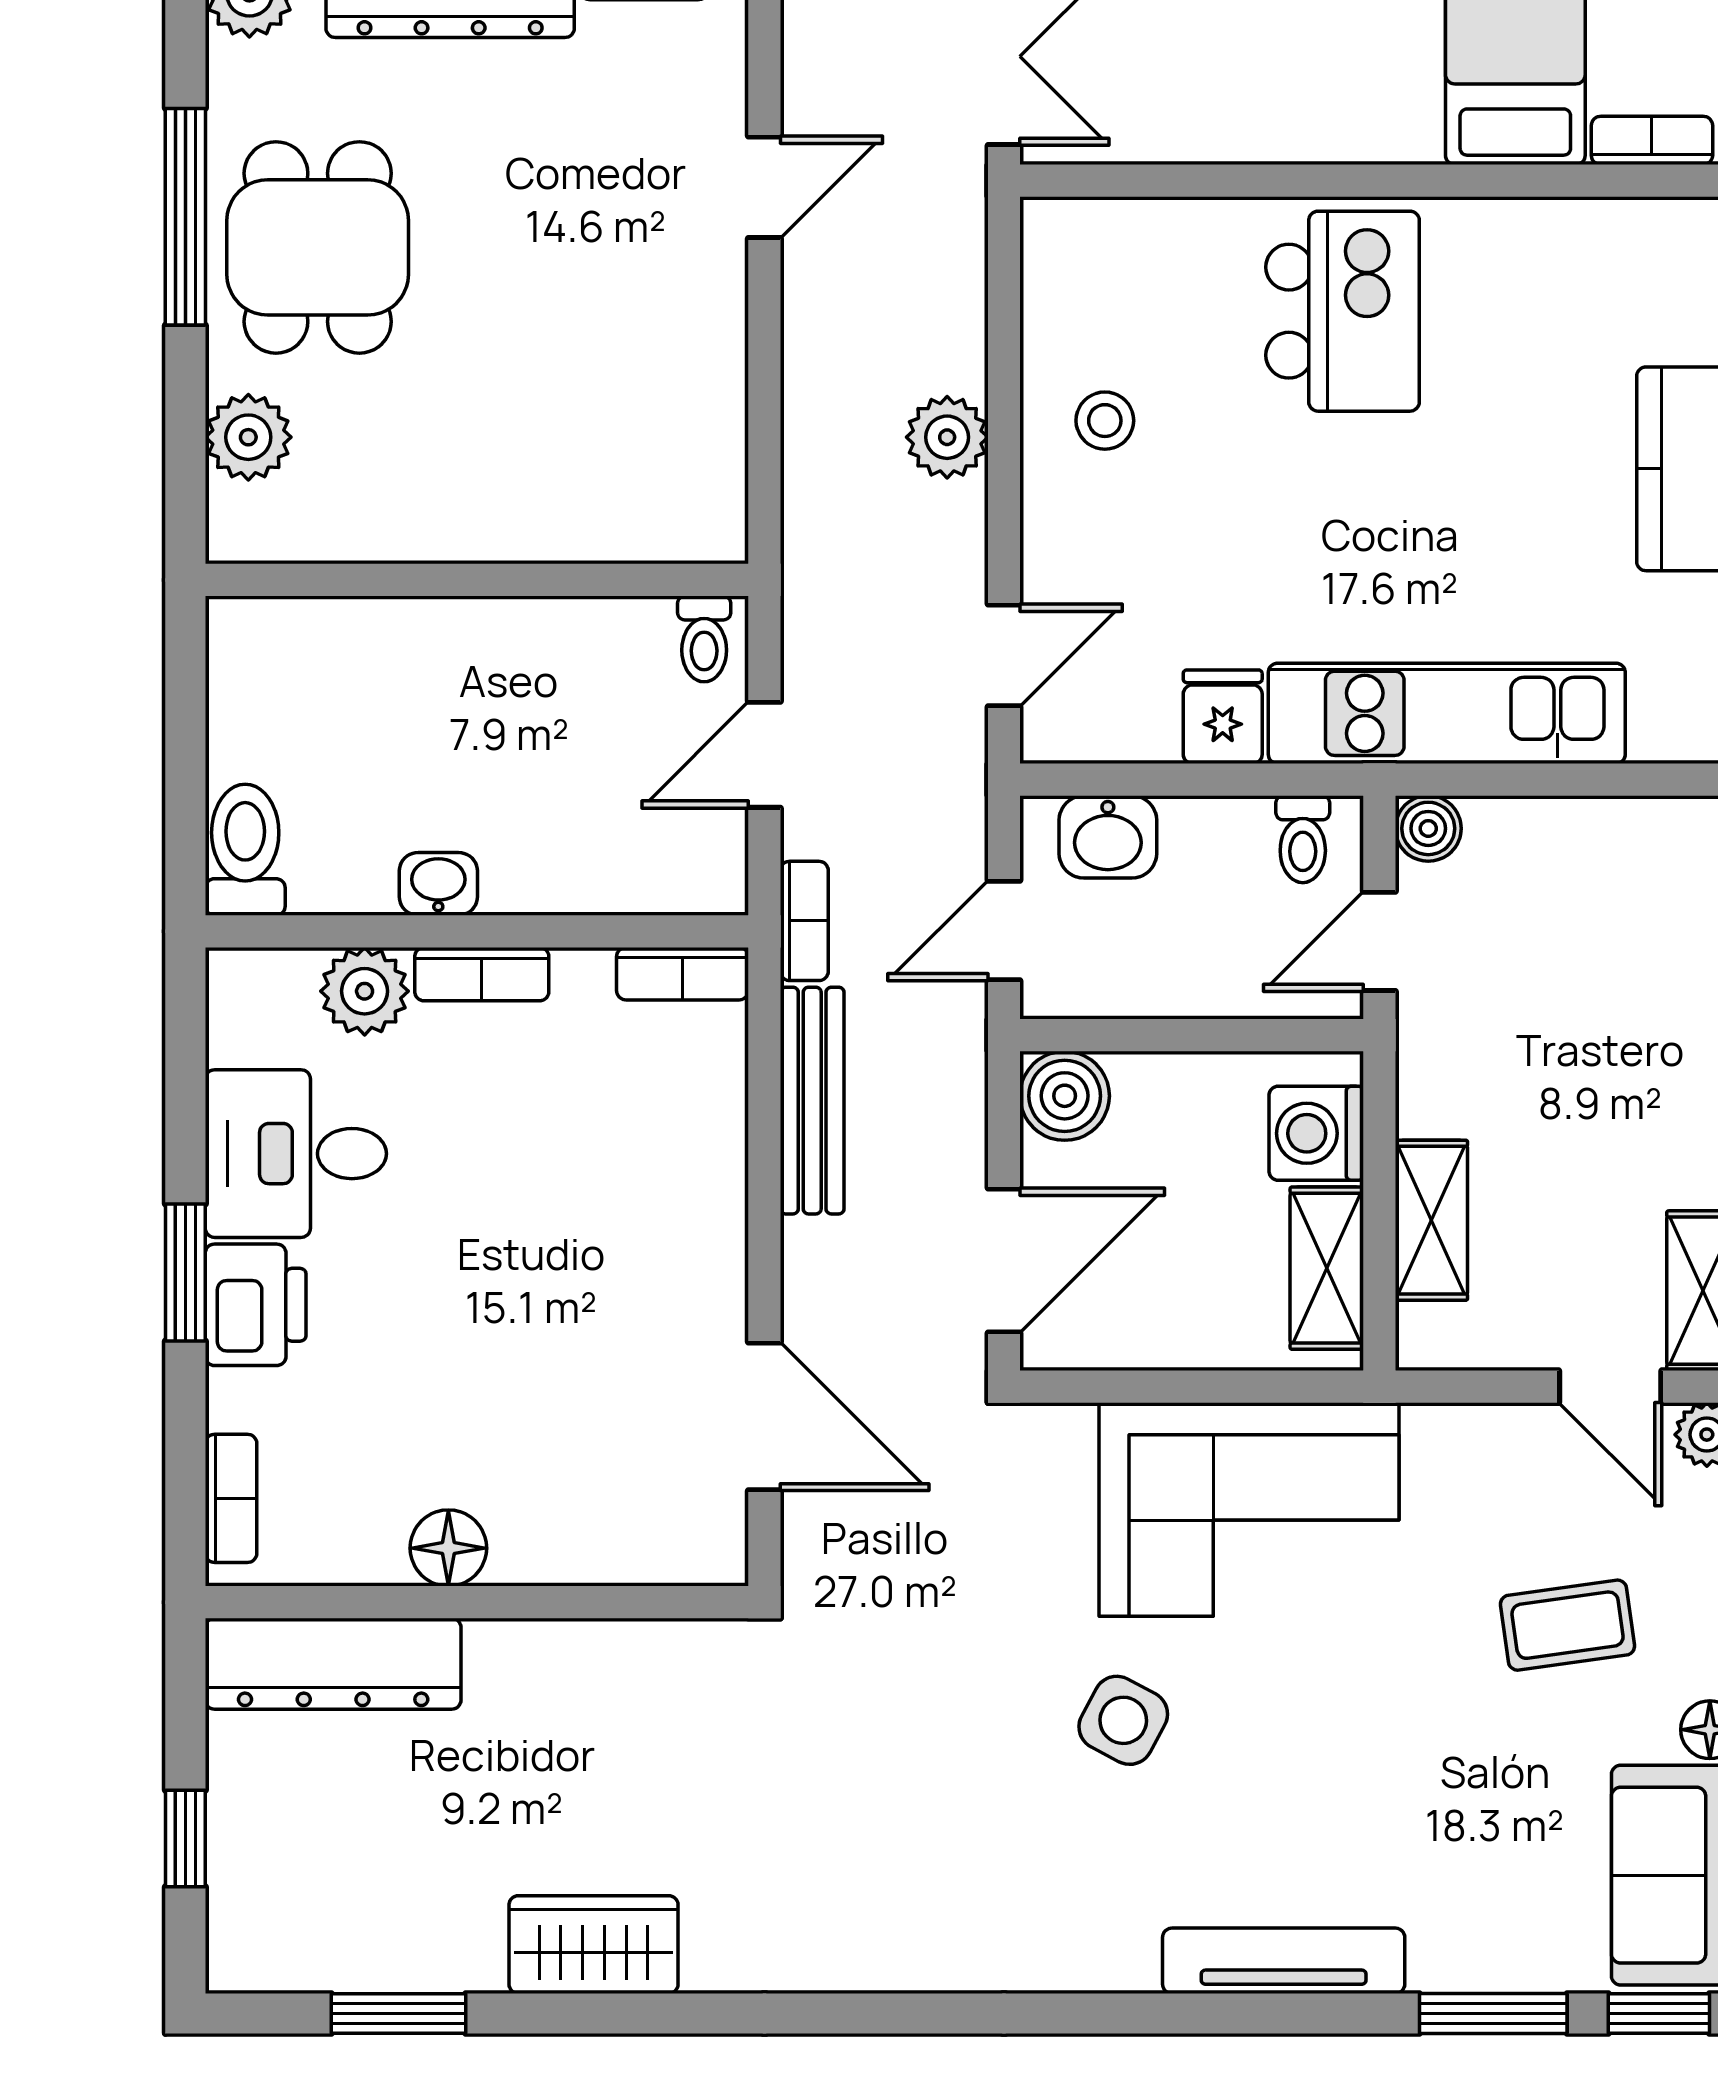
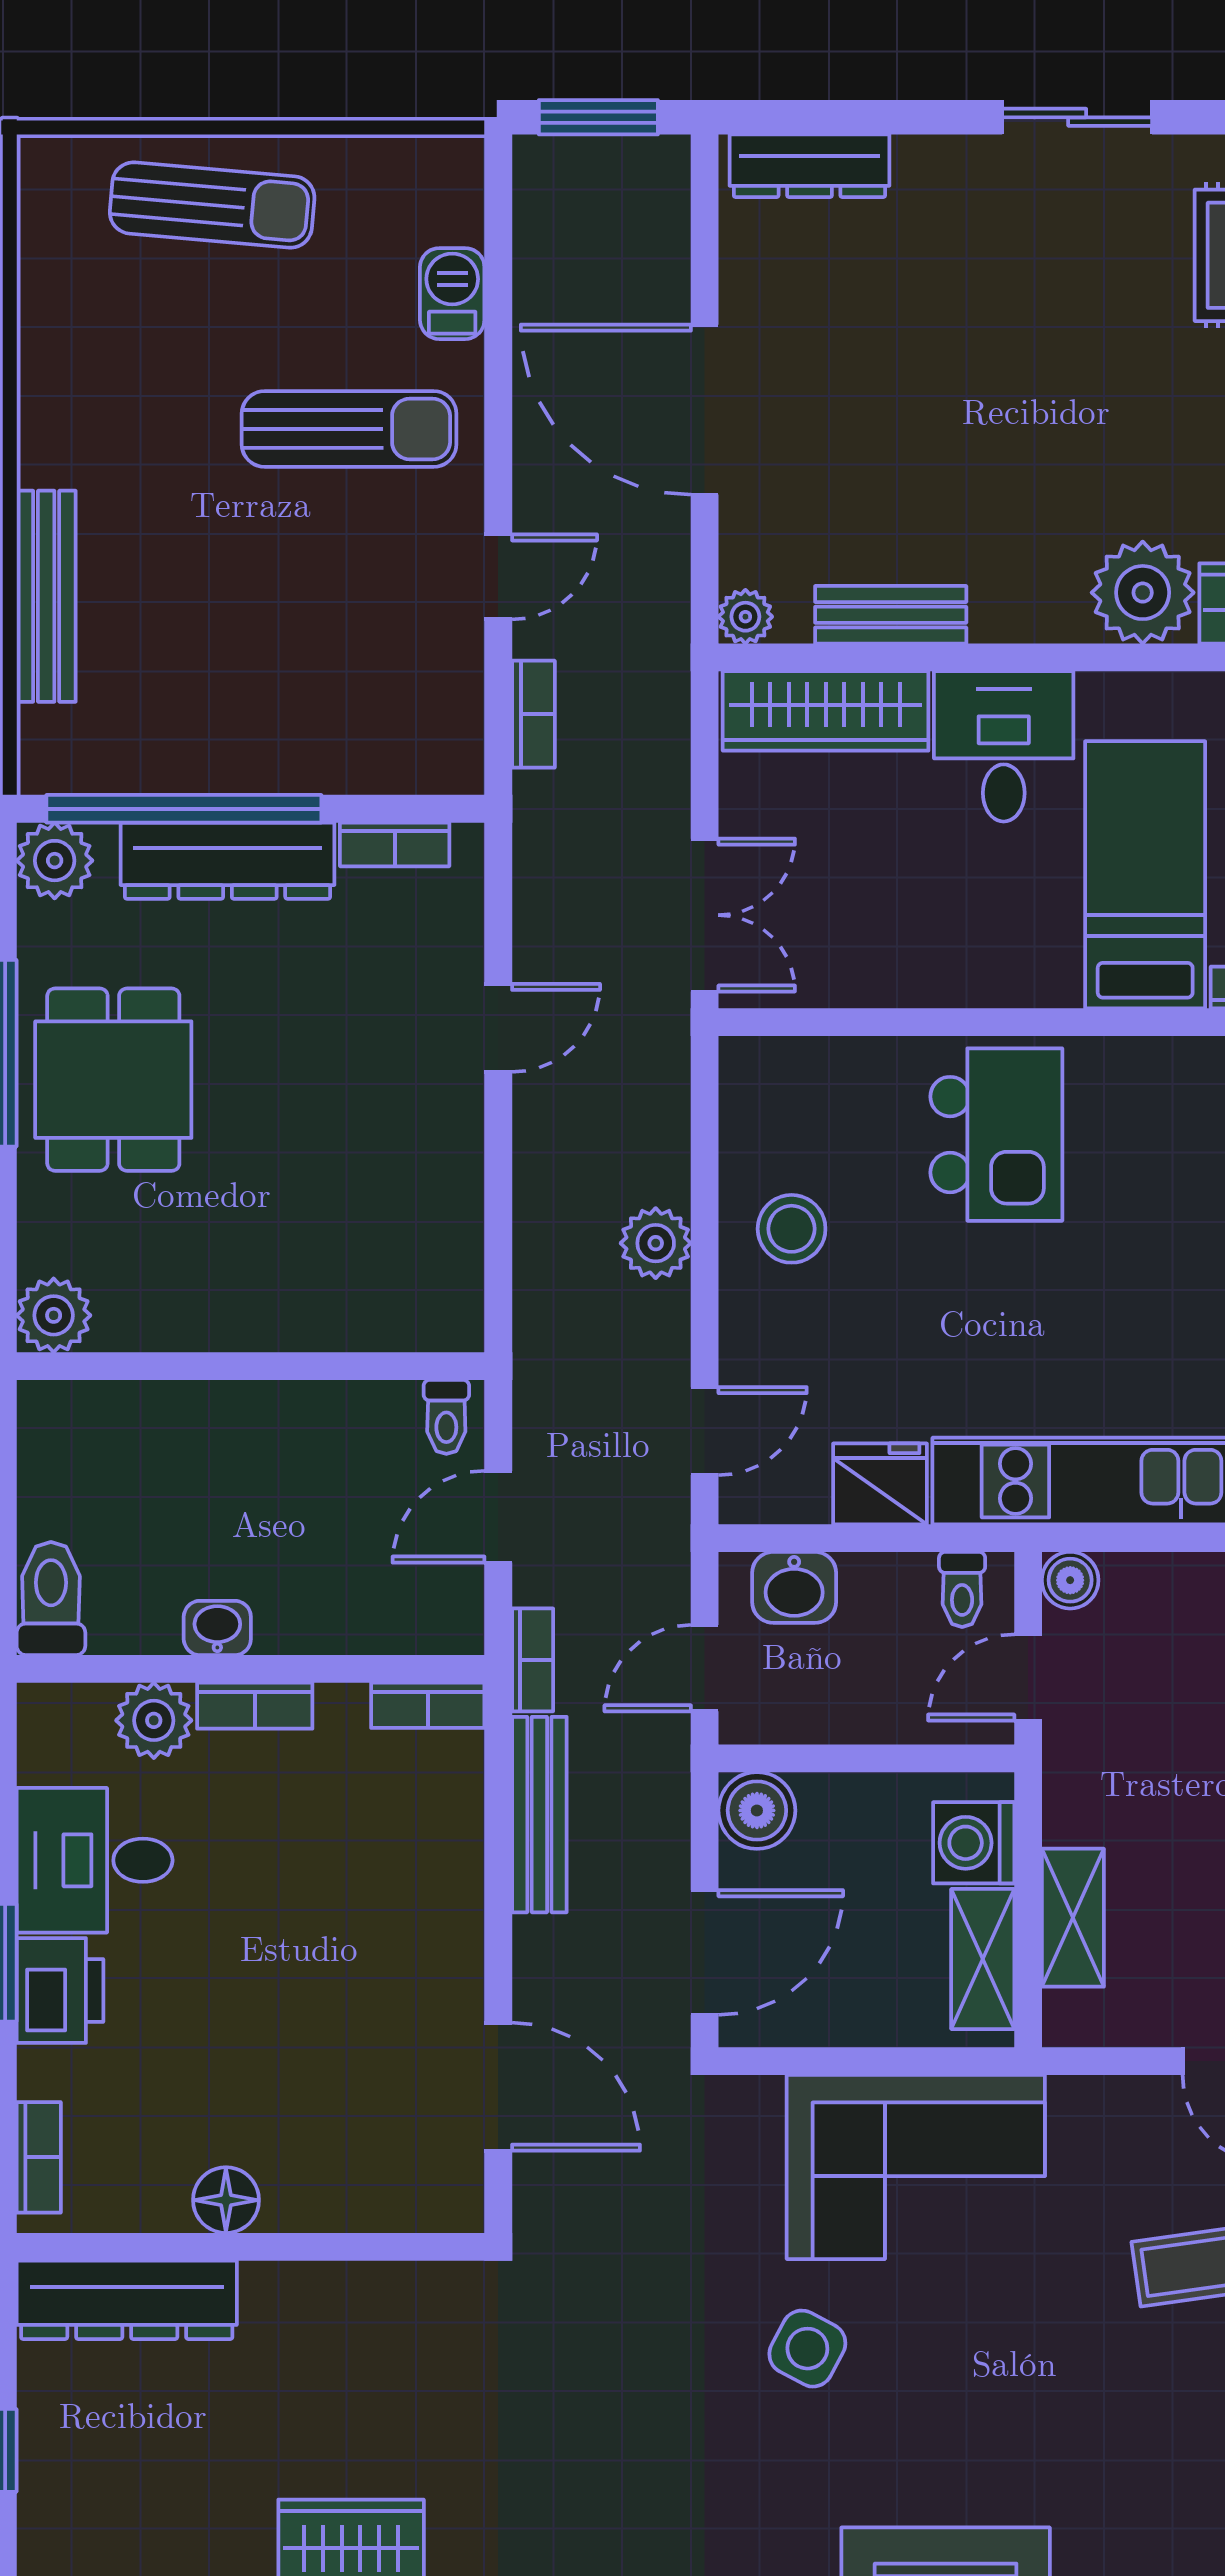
stool: (1105, 421) -> (792, 1229), width x1.37, depth x1.37
plant: (248, 437) -> (54, 1315), moved
fridge: (1223, 717) -> (880, 1484), width x1.38

